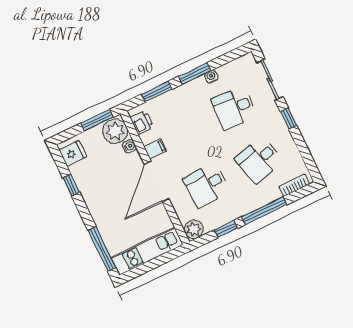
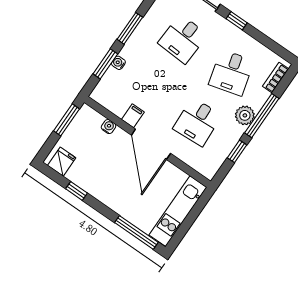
water cooler: (211, 77) -> (118, 63), moved
printer: (142, 122) -> (108, 99), removed
plant: (115, 131) -> (88, 120), removed
plant: (194, 229) -> (245, 115), moved

